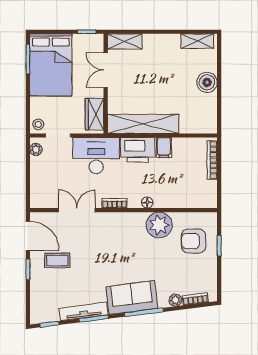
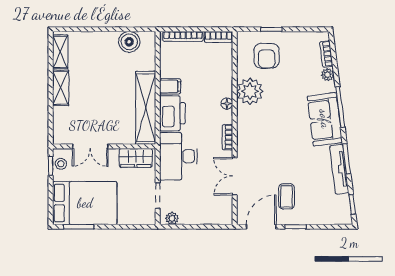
shelving: (125, 41) -> (61, 88), moved
boiler: (207, 82) -> (129, 42), moved
stool: (38, 124) -> (61, 164), moved
bookcase: (212, 194) -> (218, 37), added

